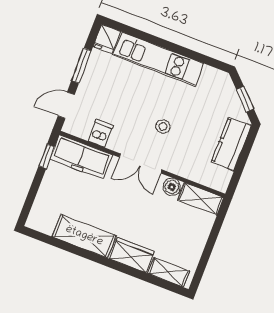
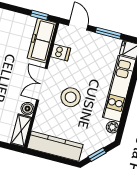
plant: (210, 74) -> (112, 127), added
stool: (163, 126) -> (71, 97), width x1.89, depth x1.89
kitchen counter: (231, 144) -> (55, 146), width x1.50

